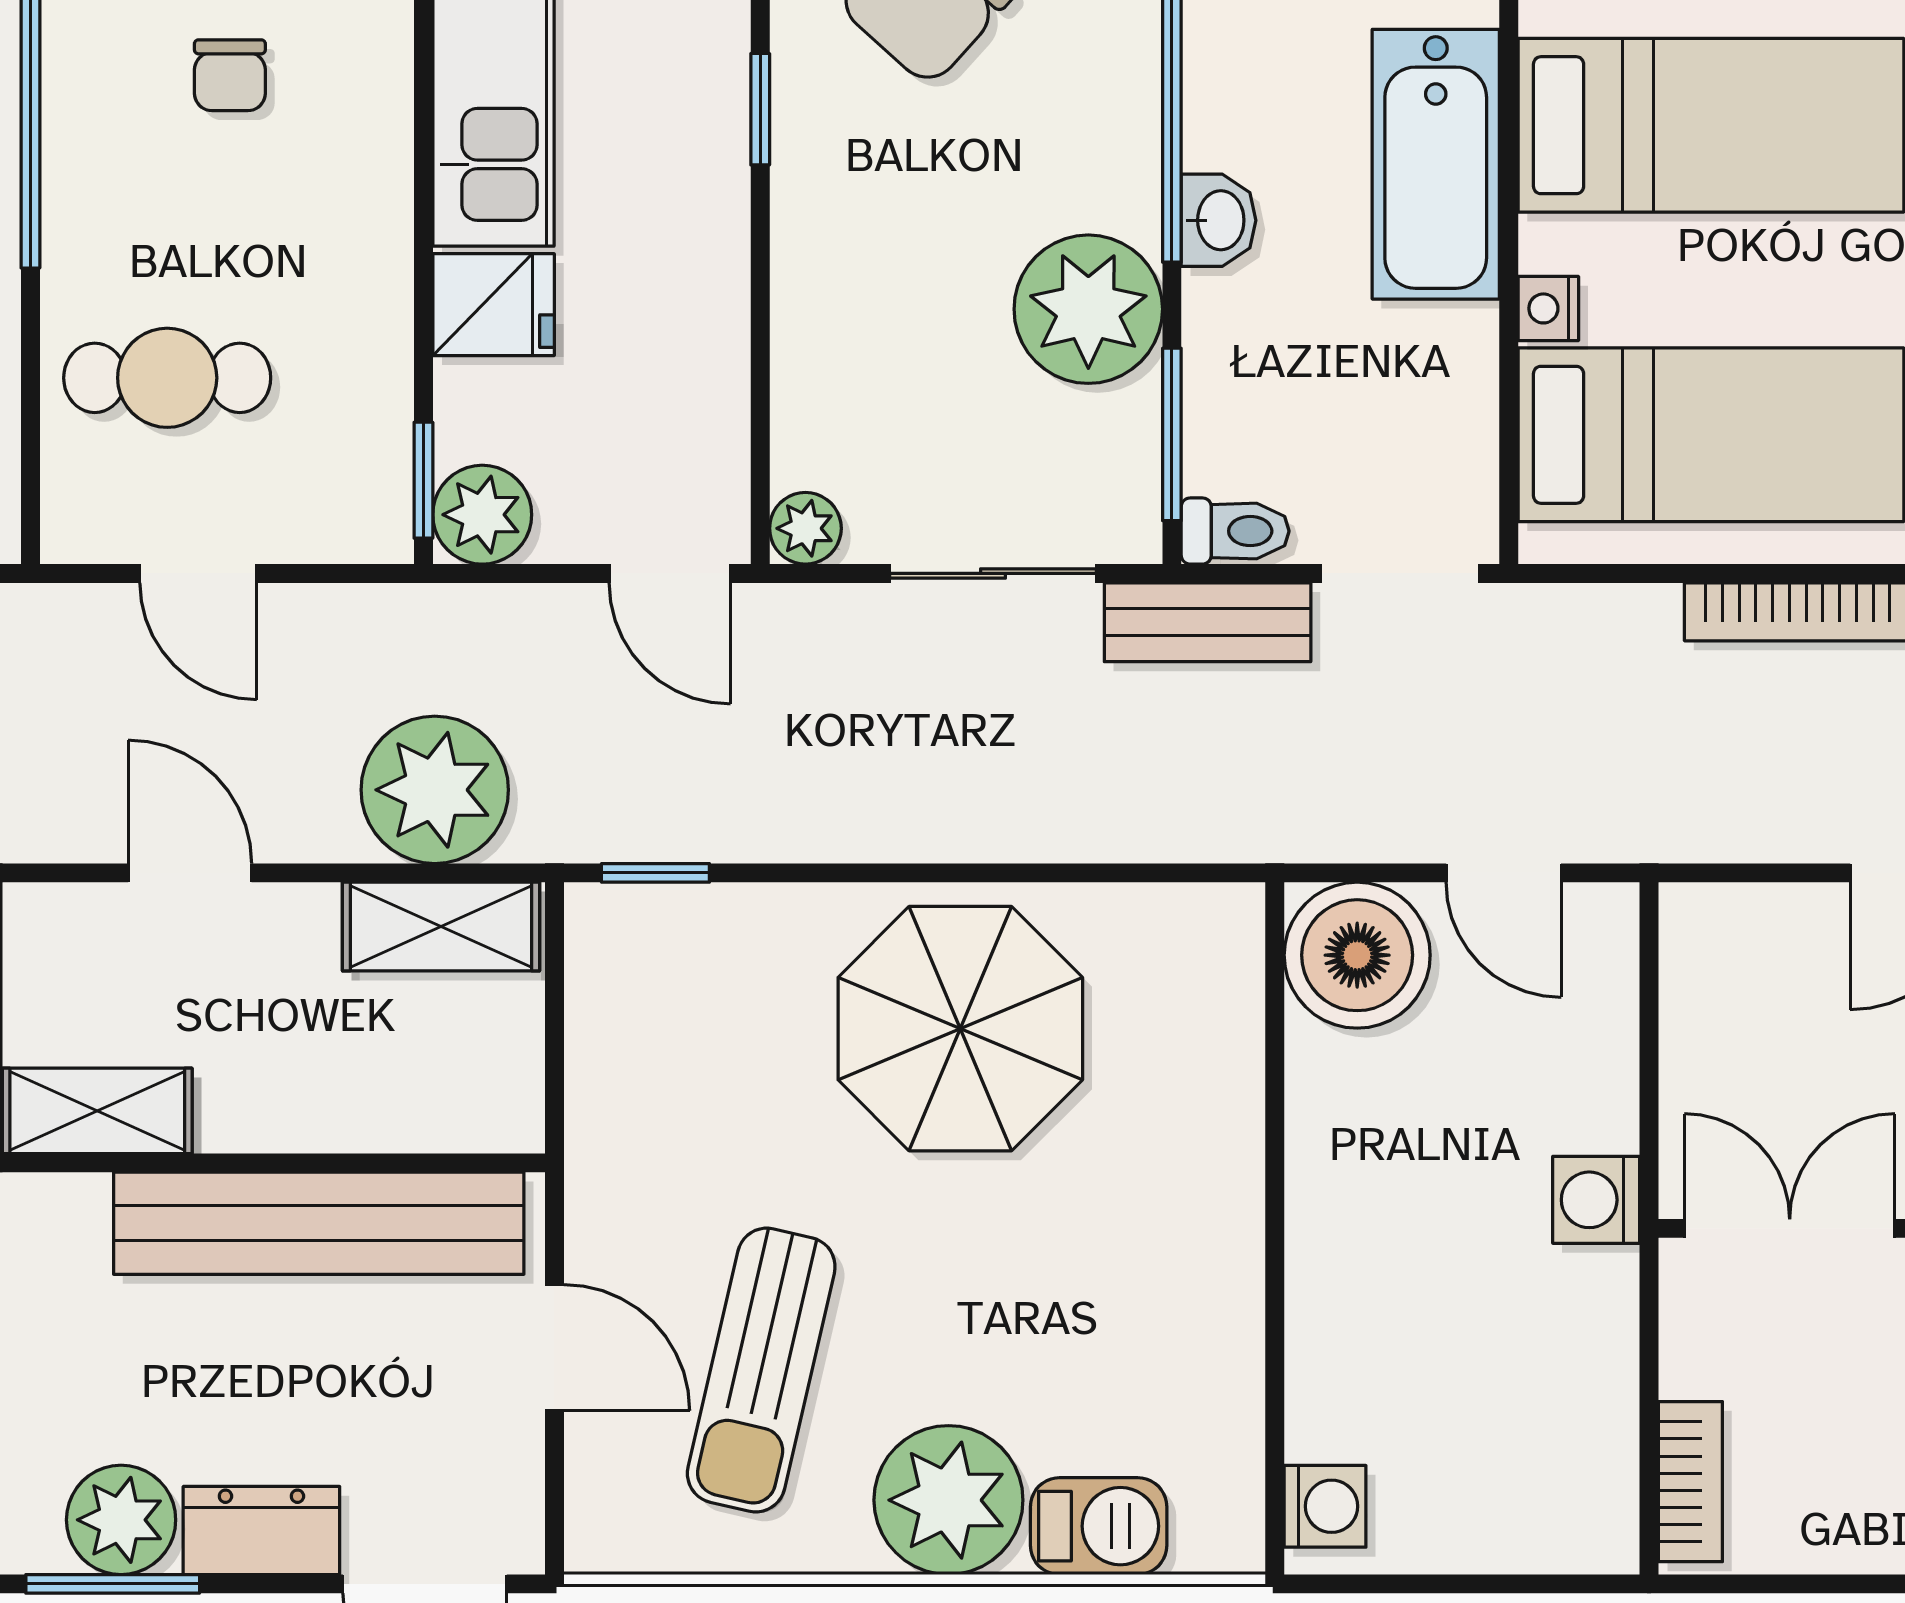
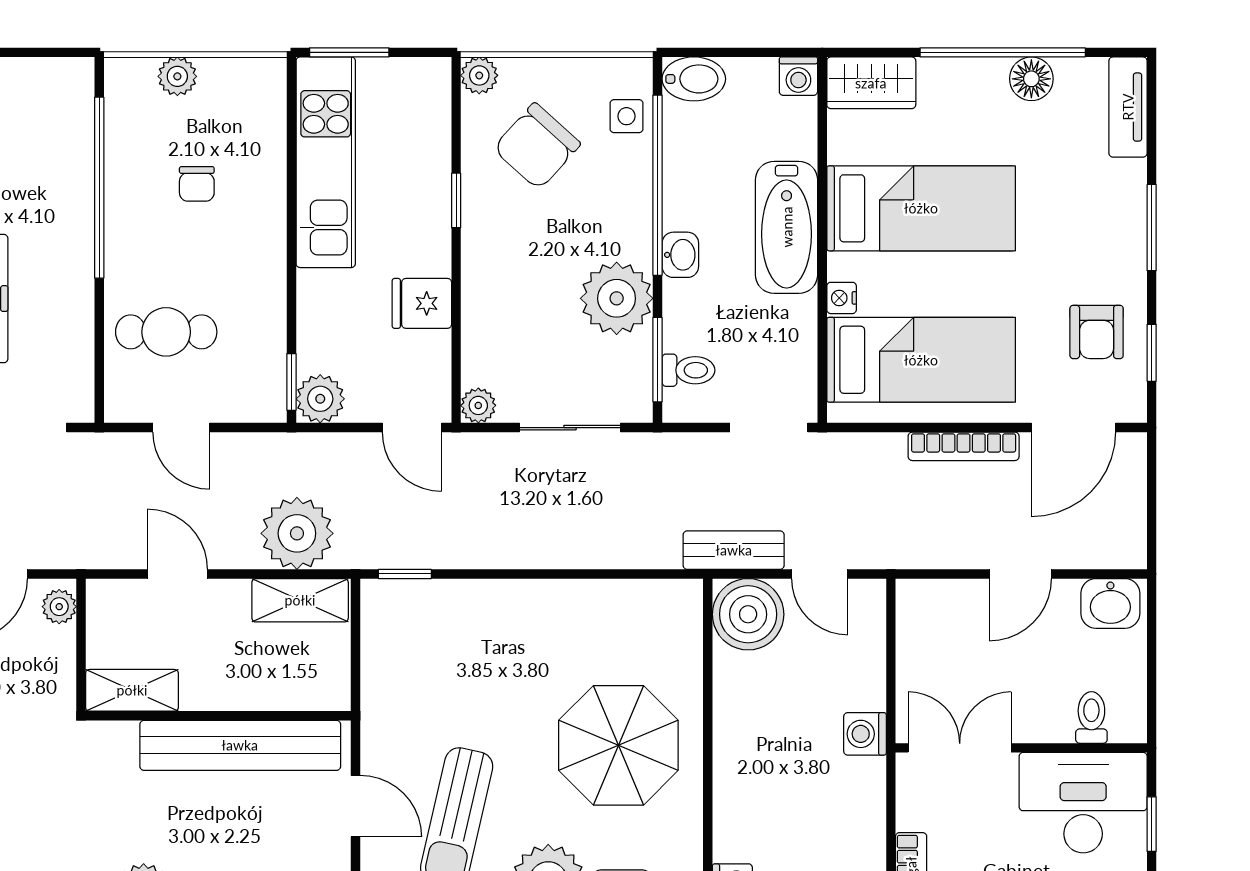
fridge: (494, 305) -> (422, 303), moved, turned 180
toilet: (1235, 531) -> (688, 370), moved
bench: (1208, 622) -> (734, 550), moved
parasol: (960, 1029) -> (618, 745), moved

